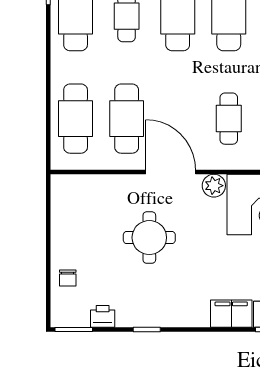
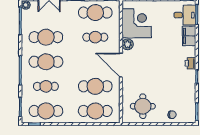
door: (171, 172) -> (121, 65), hinge flipped
round table: (149, 238) -> (143, 106), moved
printer: (103, 316) -> (190, 63), moved

